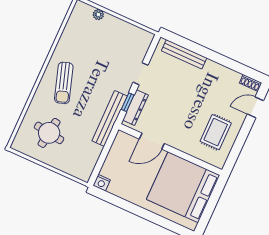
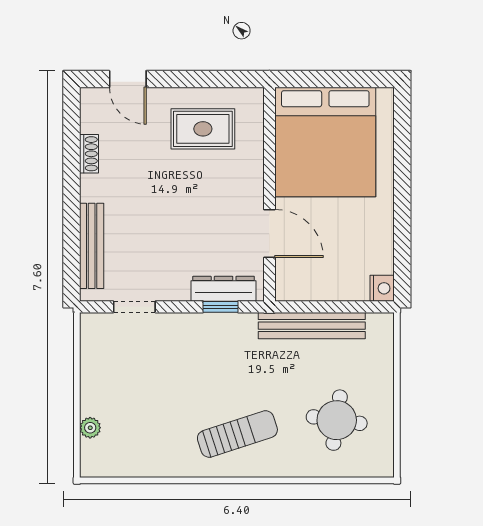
doorway: (141, 74) -> (134, 307), moved
shoe rack: (250, 83) -> (89, 154), moved
bench: (110, 118) -> (312, 326), moved

